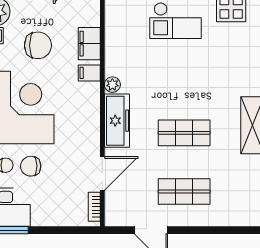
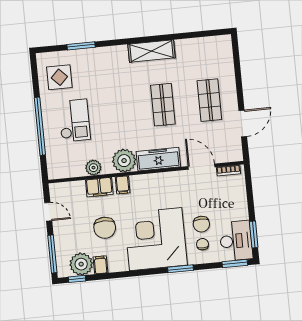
plant: (114, 39) -> (93, 168), added
chair: (38, 45) -> (105, 228), turned 180
plant: (112, 85) -> (124, 161), width x1.87, depth x1.87

